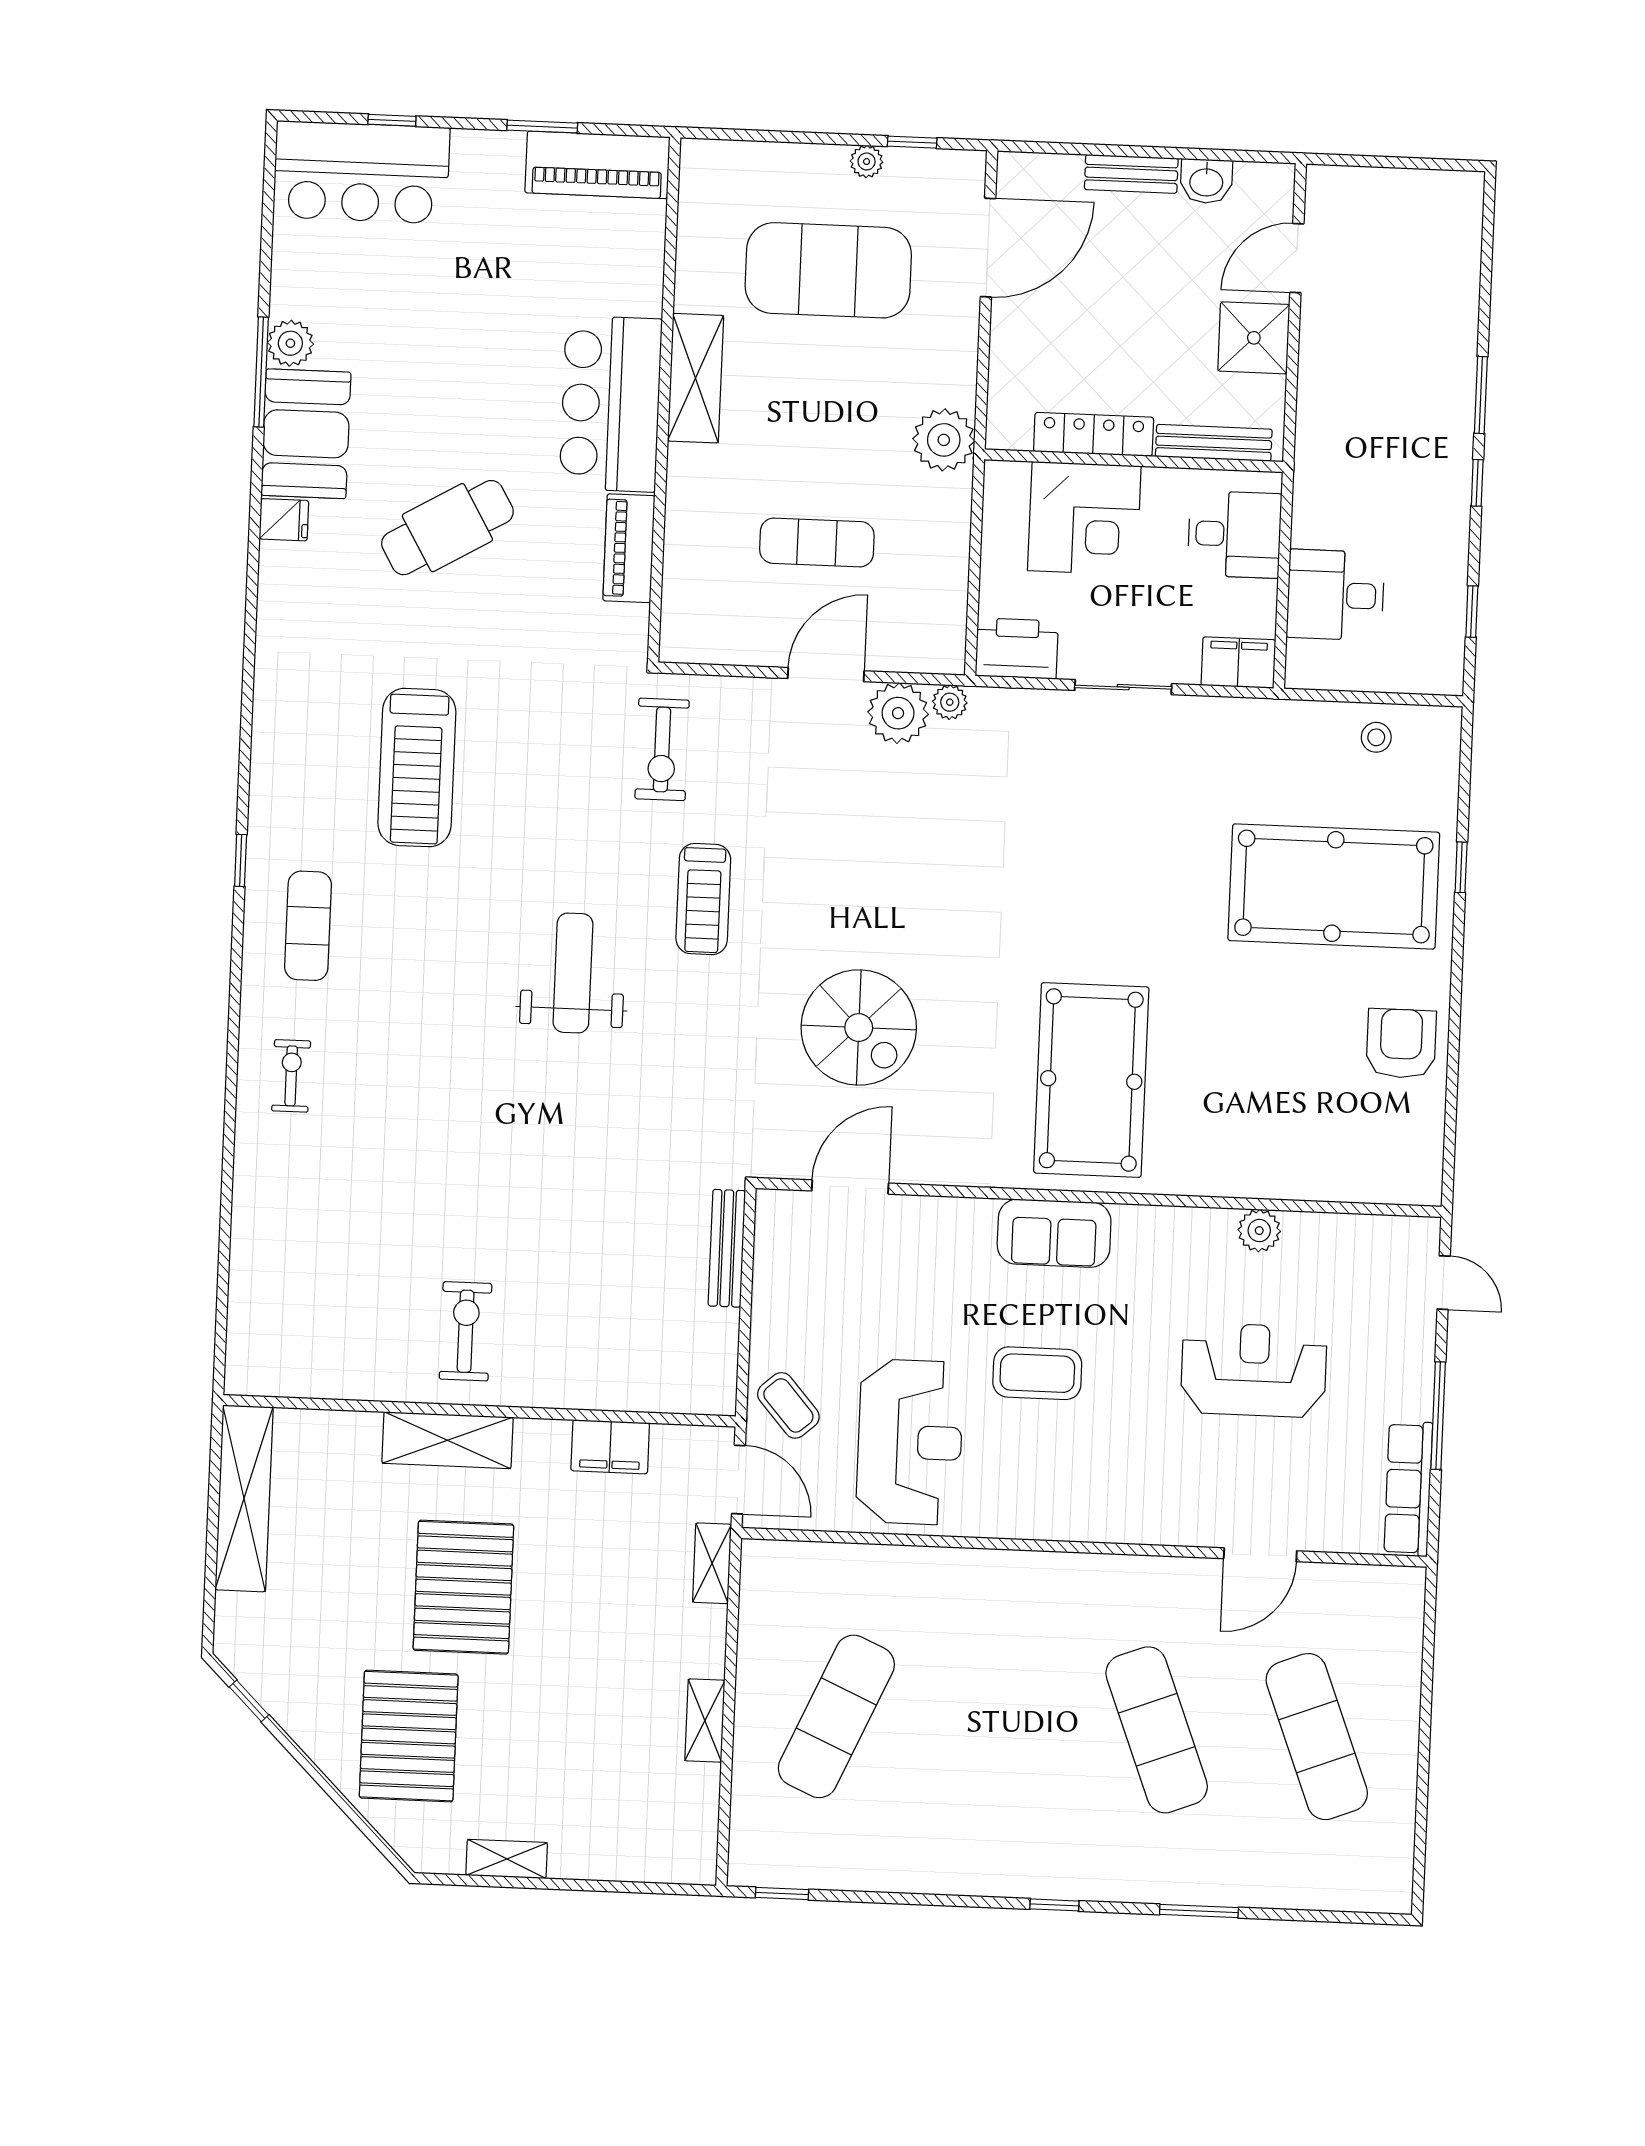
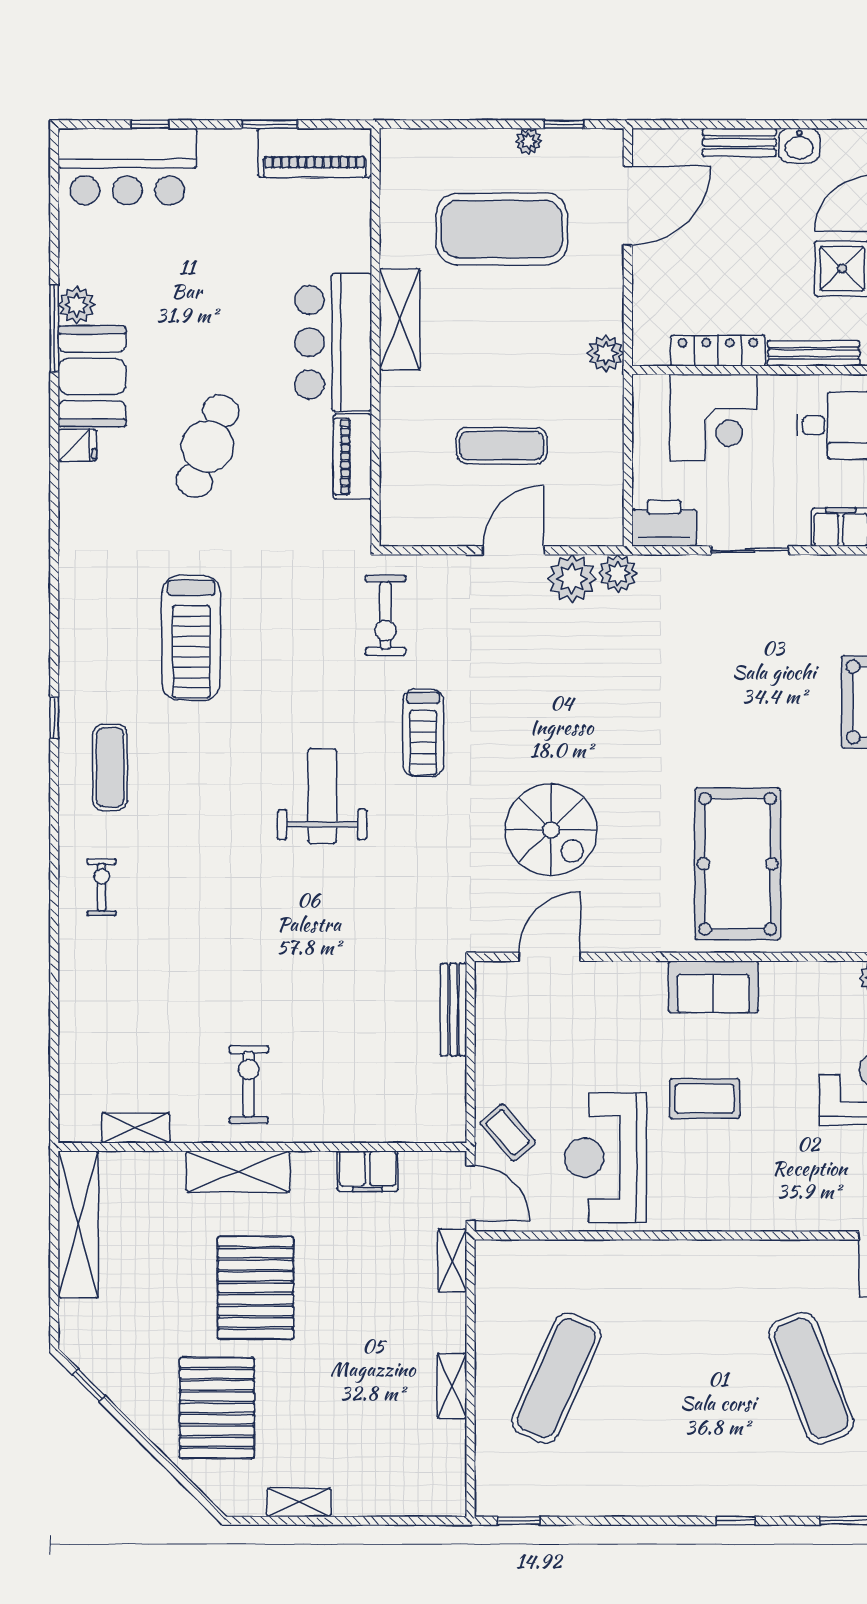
plant: (944, 440) -> (606, 353), width x0.73, depth x0.73
cafe table: (447, 528) -> (208, 446), turned -39
plant: (950, 702) -> (618, 573), width x1.38, depth x1.38
shelving: (321, 1380) -> (136, 1128), added
reception desk: (910, 1442) -> (605, 1158), turned 180

